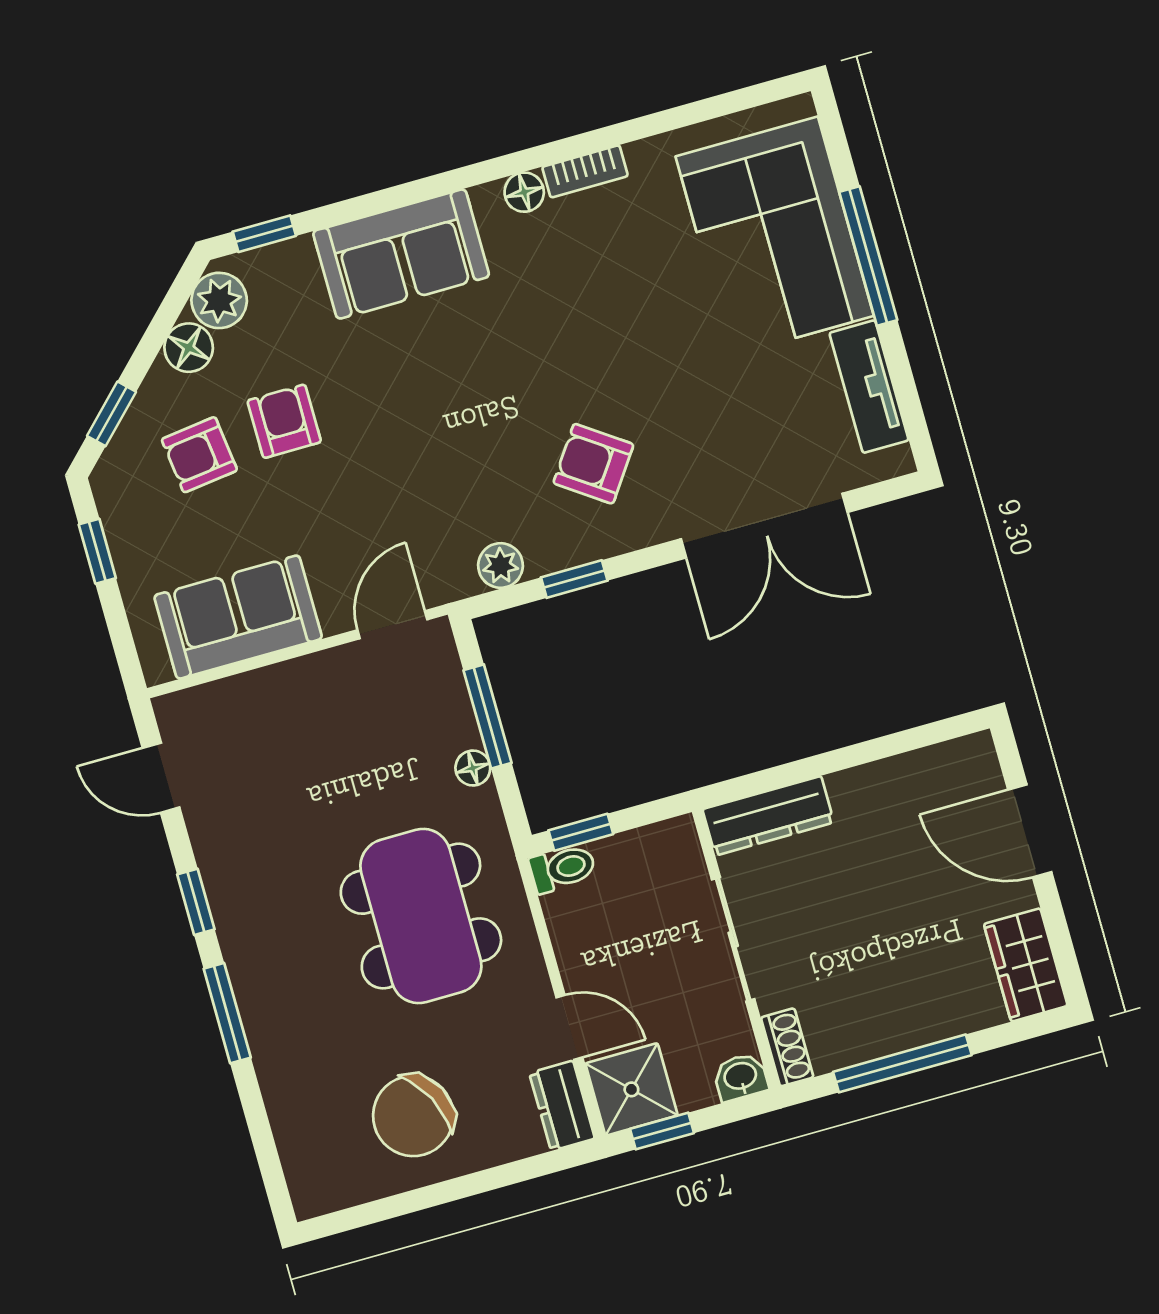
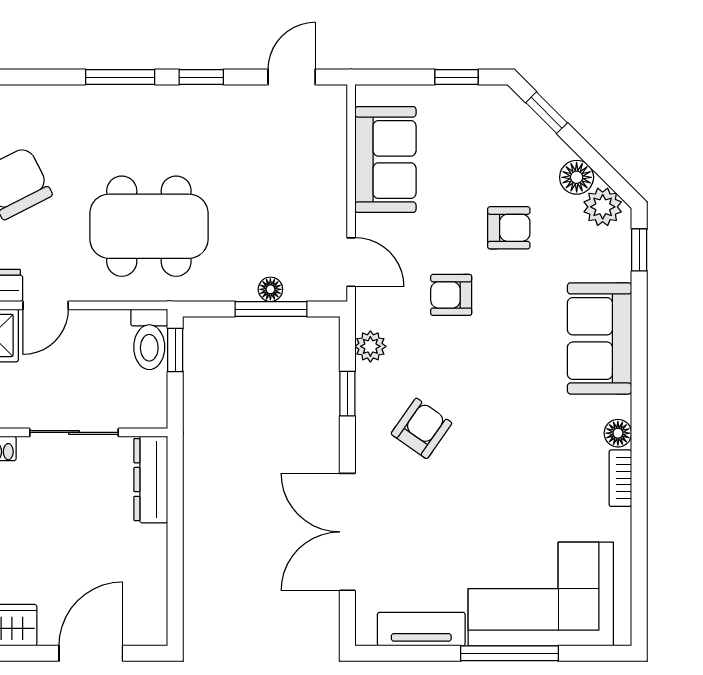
armchair: (199, 455) -> (451, 295), moved, turned -83
floor lamp: (473, 768) -> (270, 289), moved
toilet: (563, 868) -> (149, 339), width x1.37, depth x1.39

